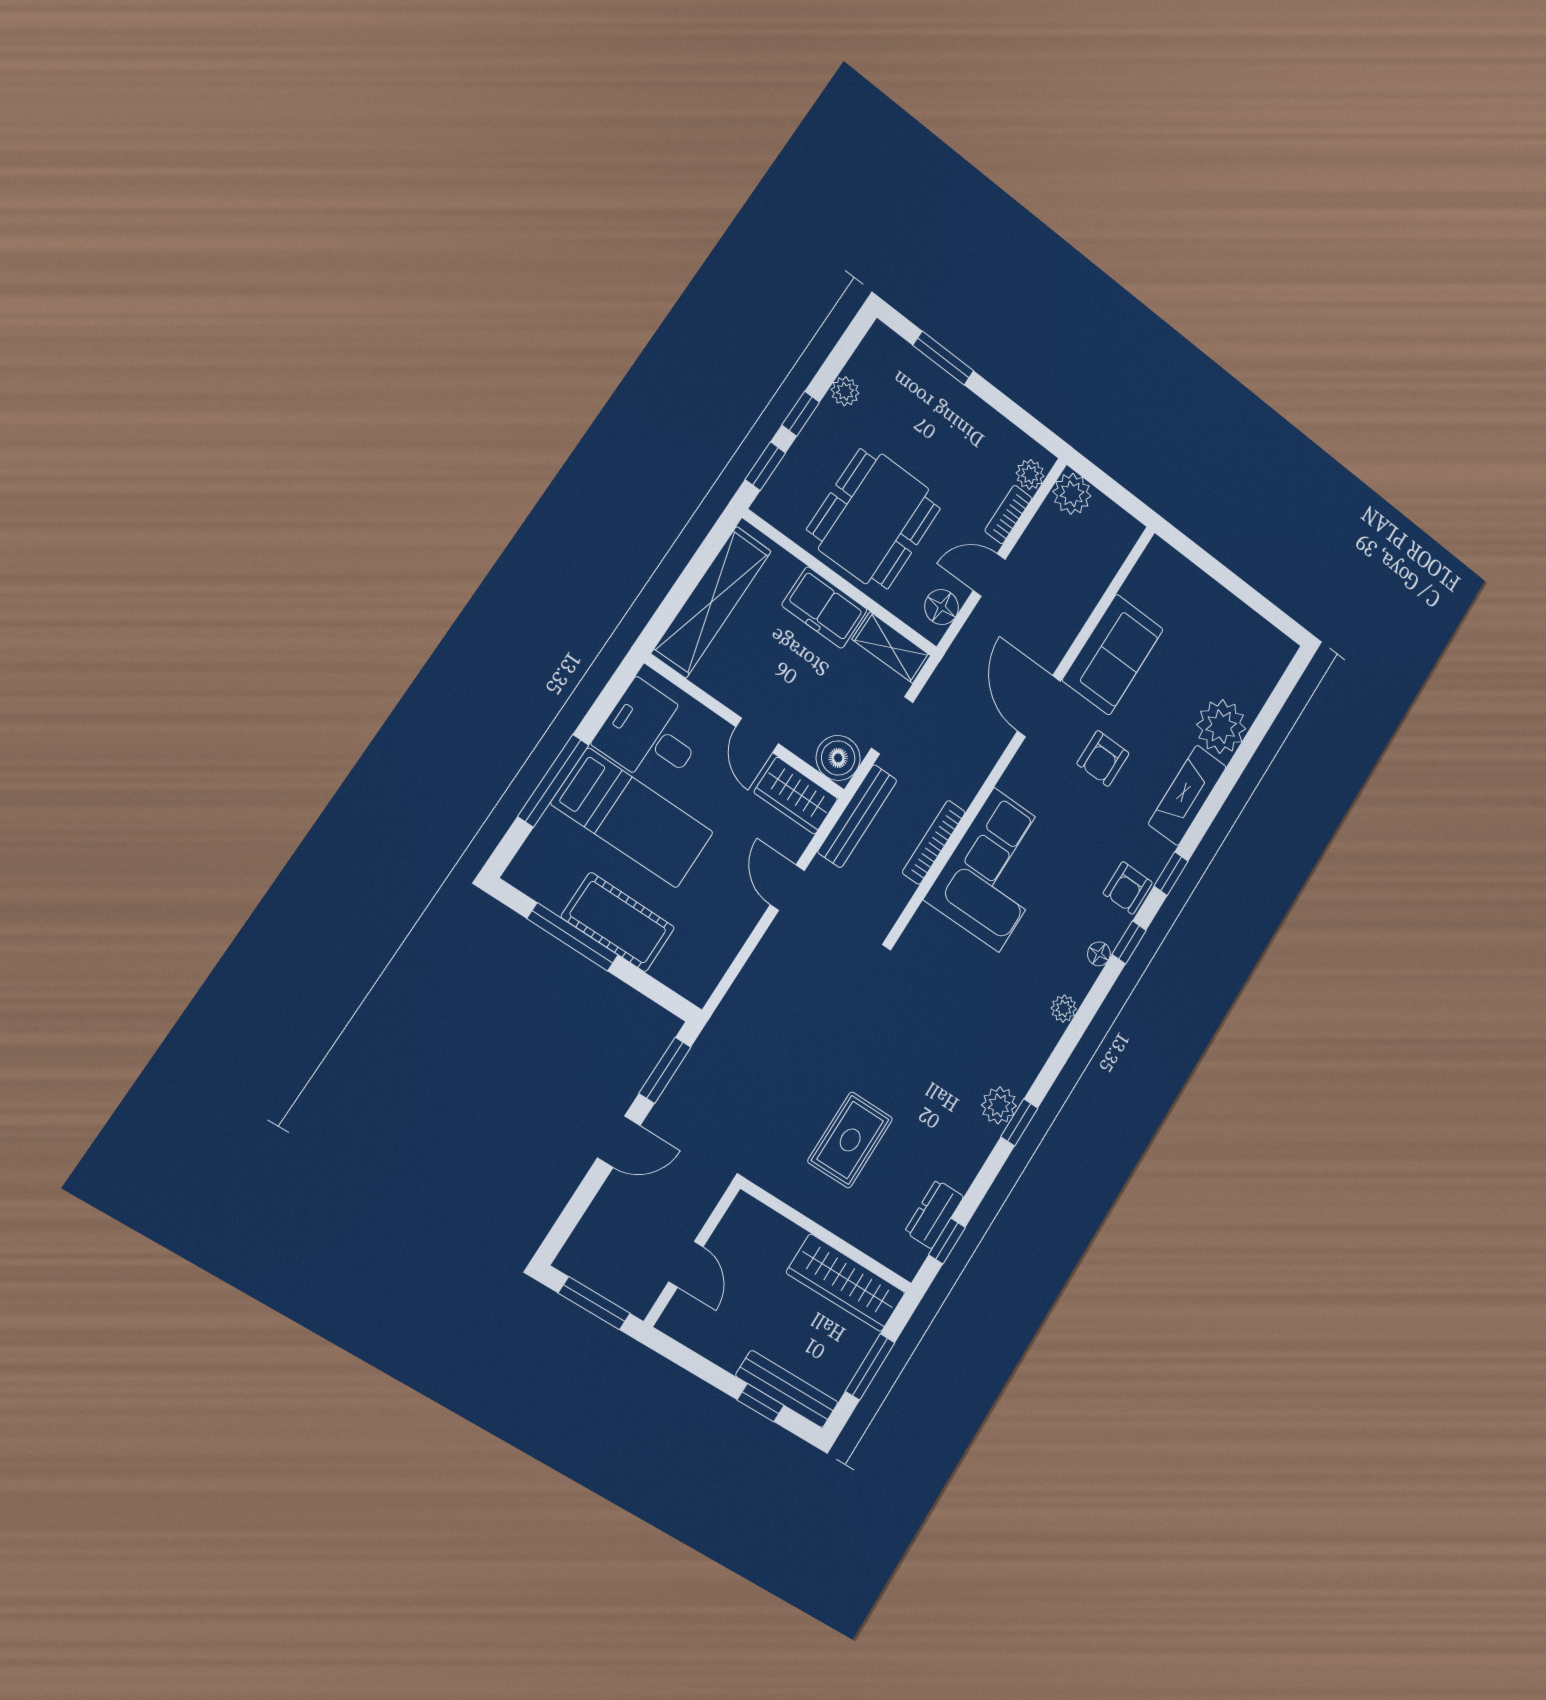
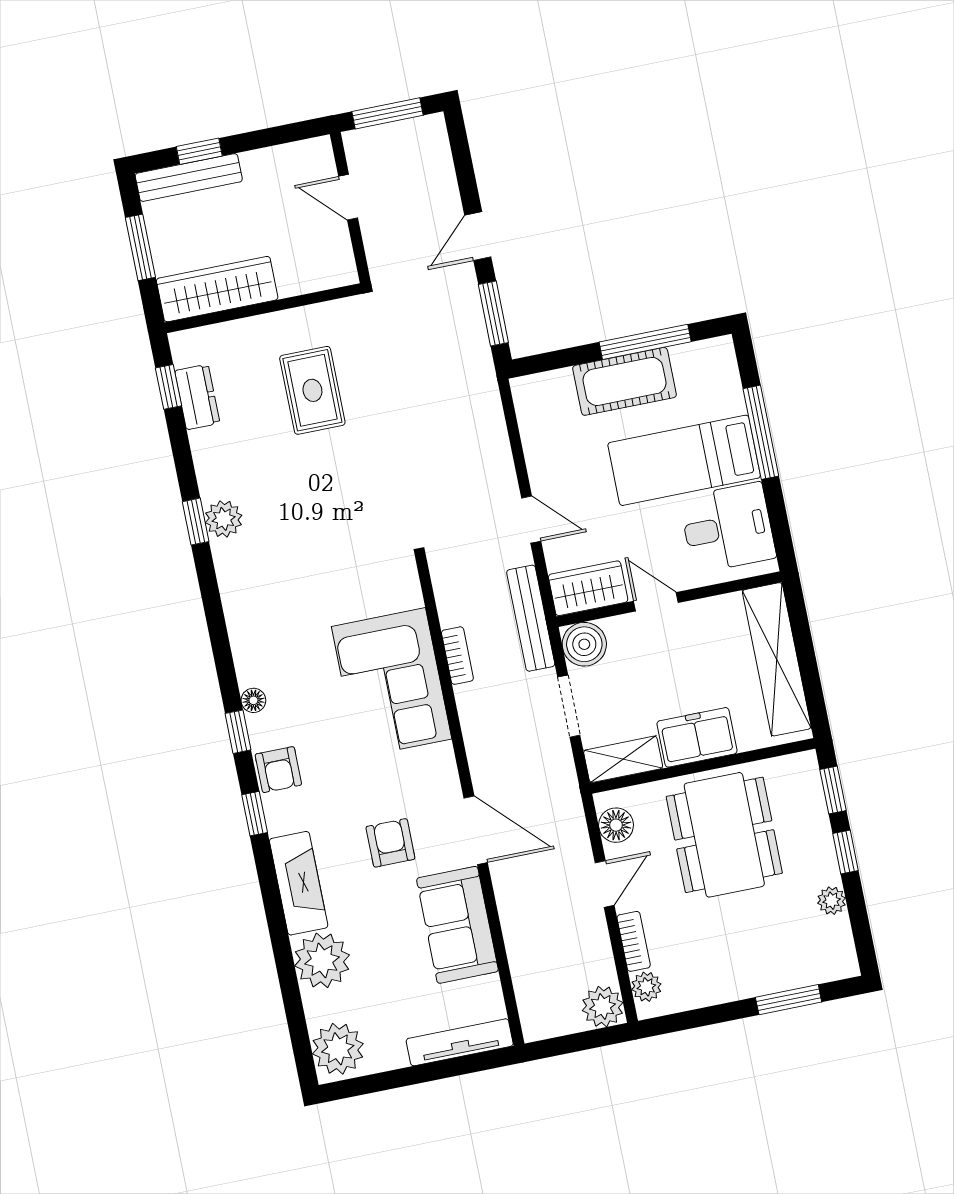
tv unit: (1187, 574) -> (460, 1042), added
bookcase: (934, 842) -> (457, 656), width x0.64
armchair: (1128, 888) -> (278, 770), turned 180
plant: (1064, 1009) -> (338, 1049), moved, width x1.87, depth x1.87

